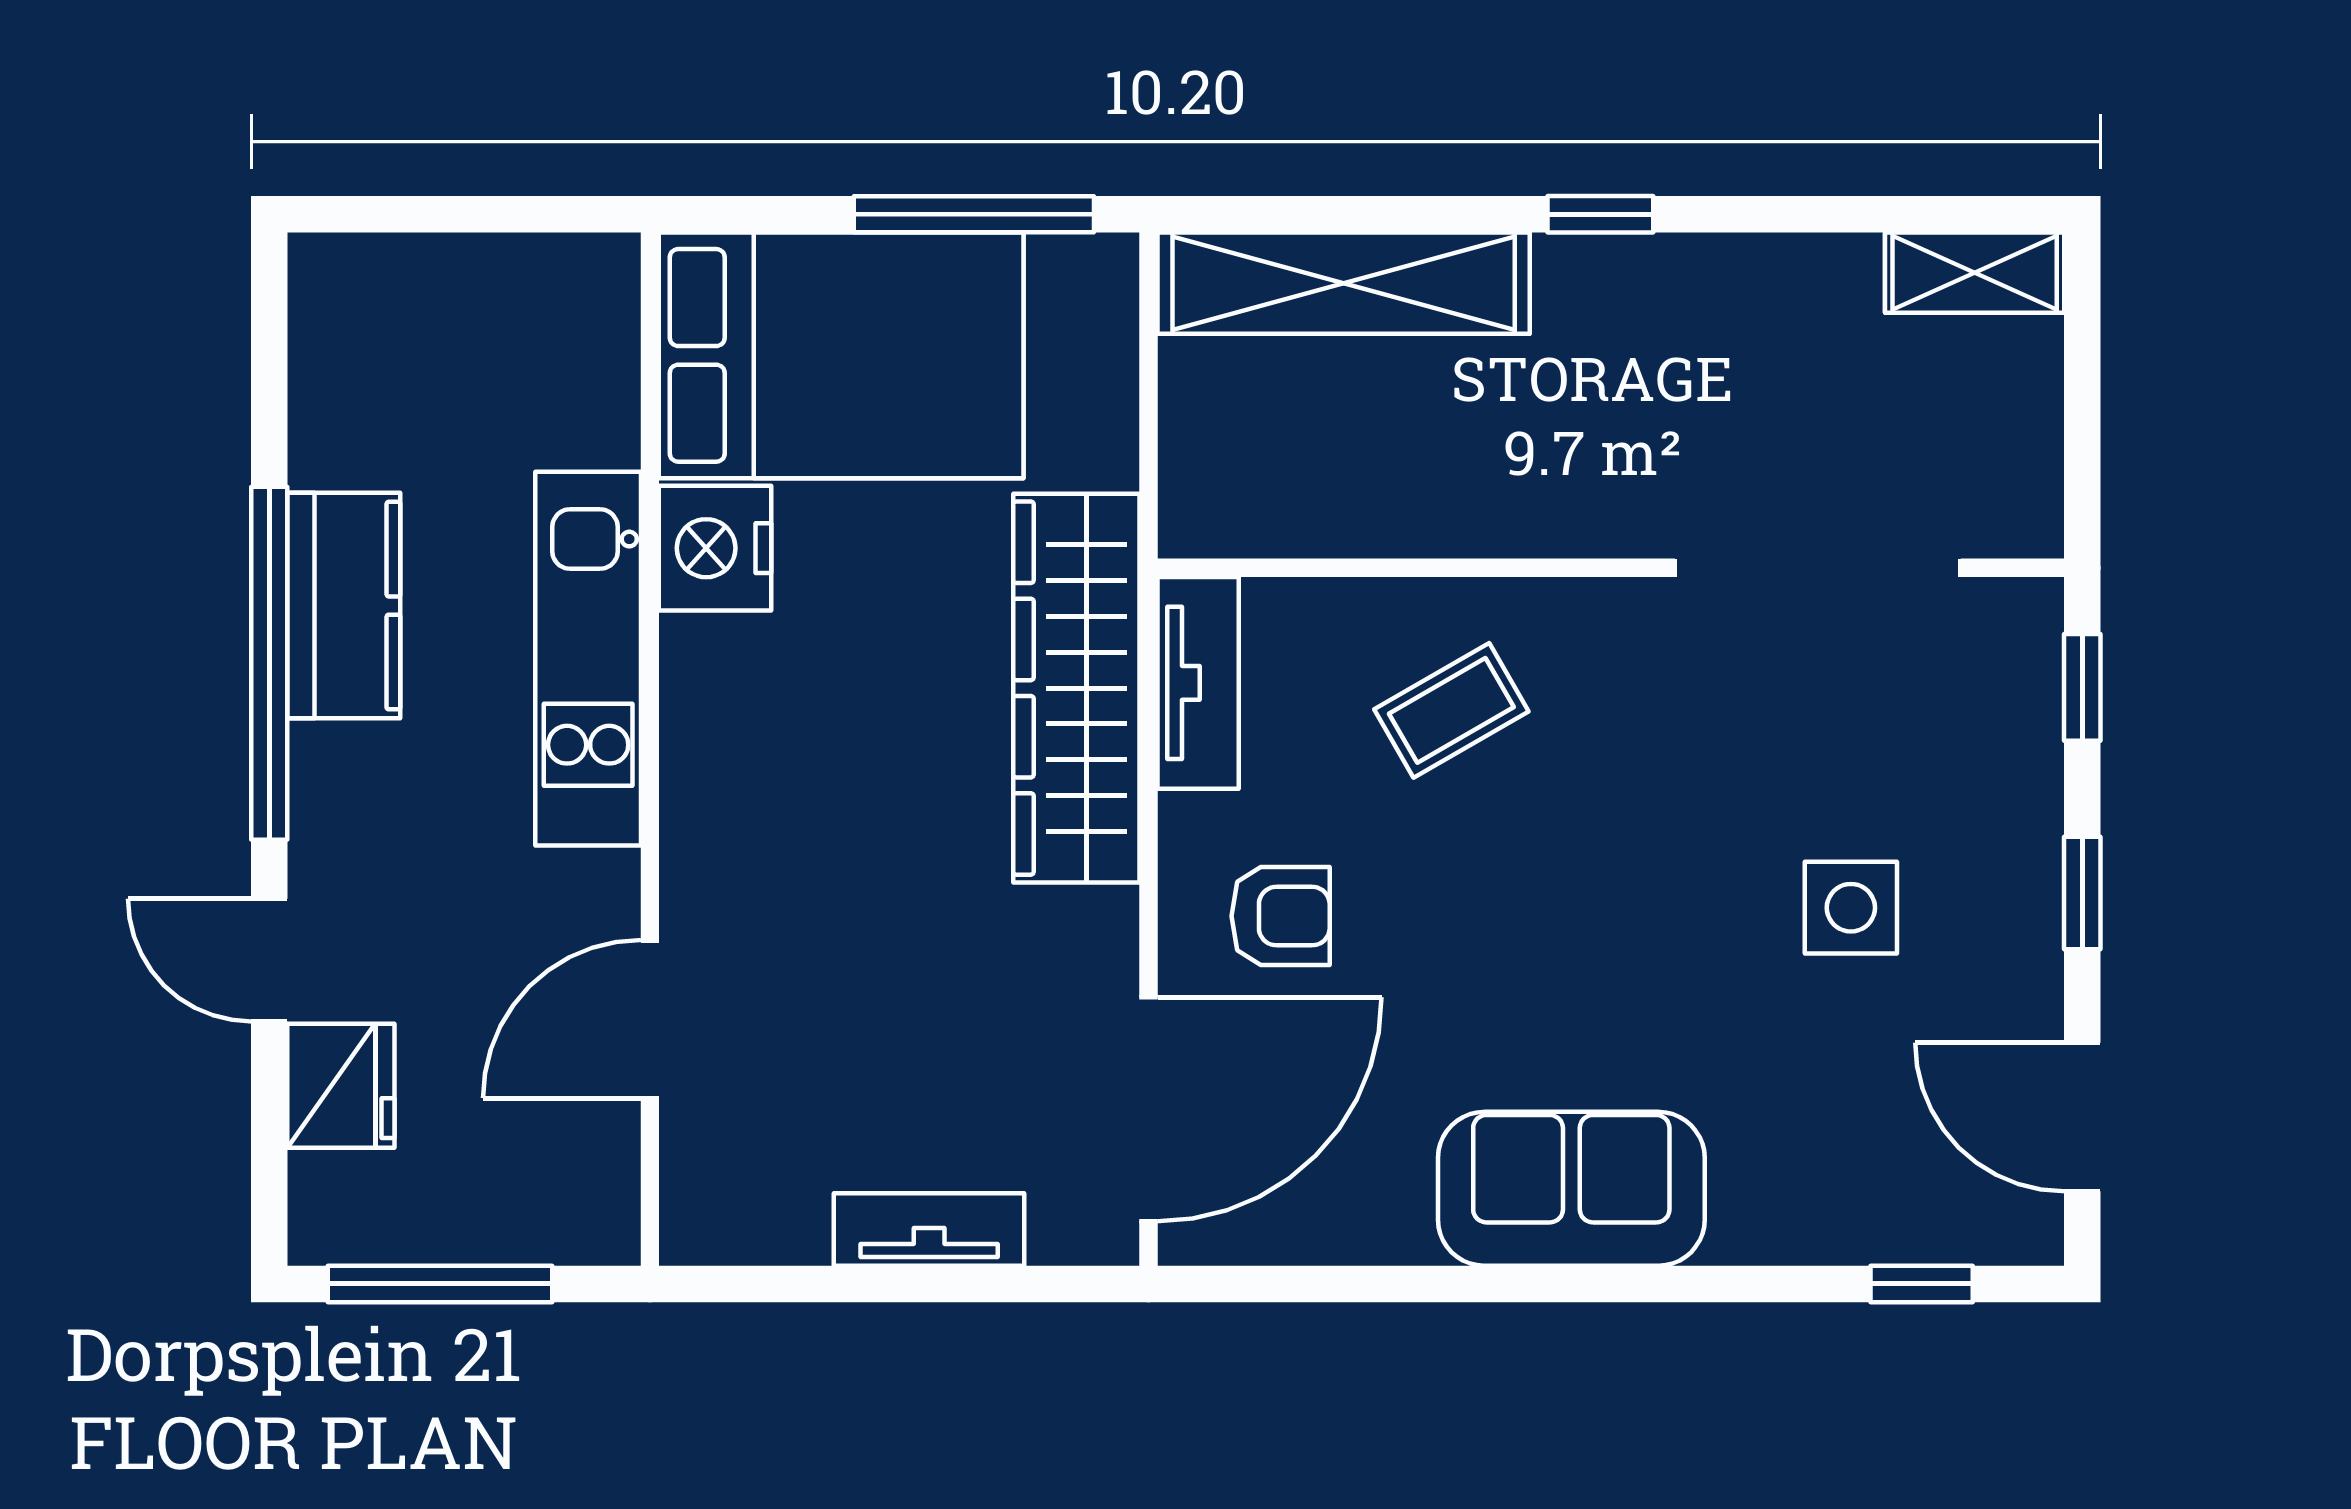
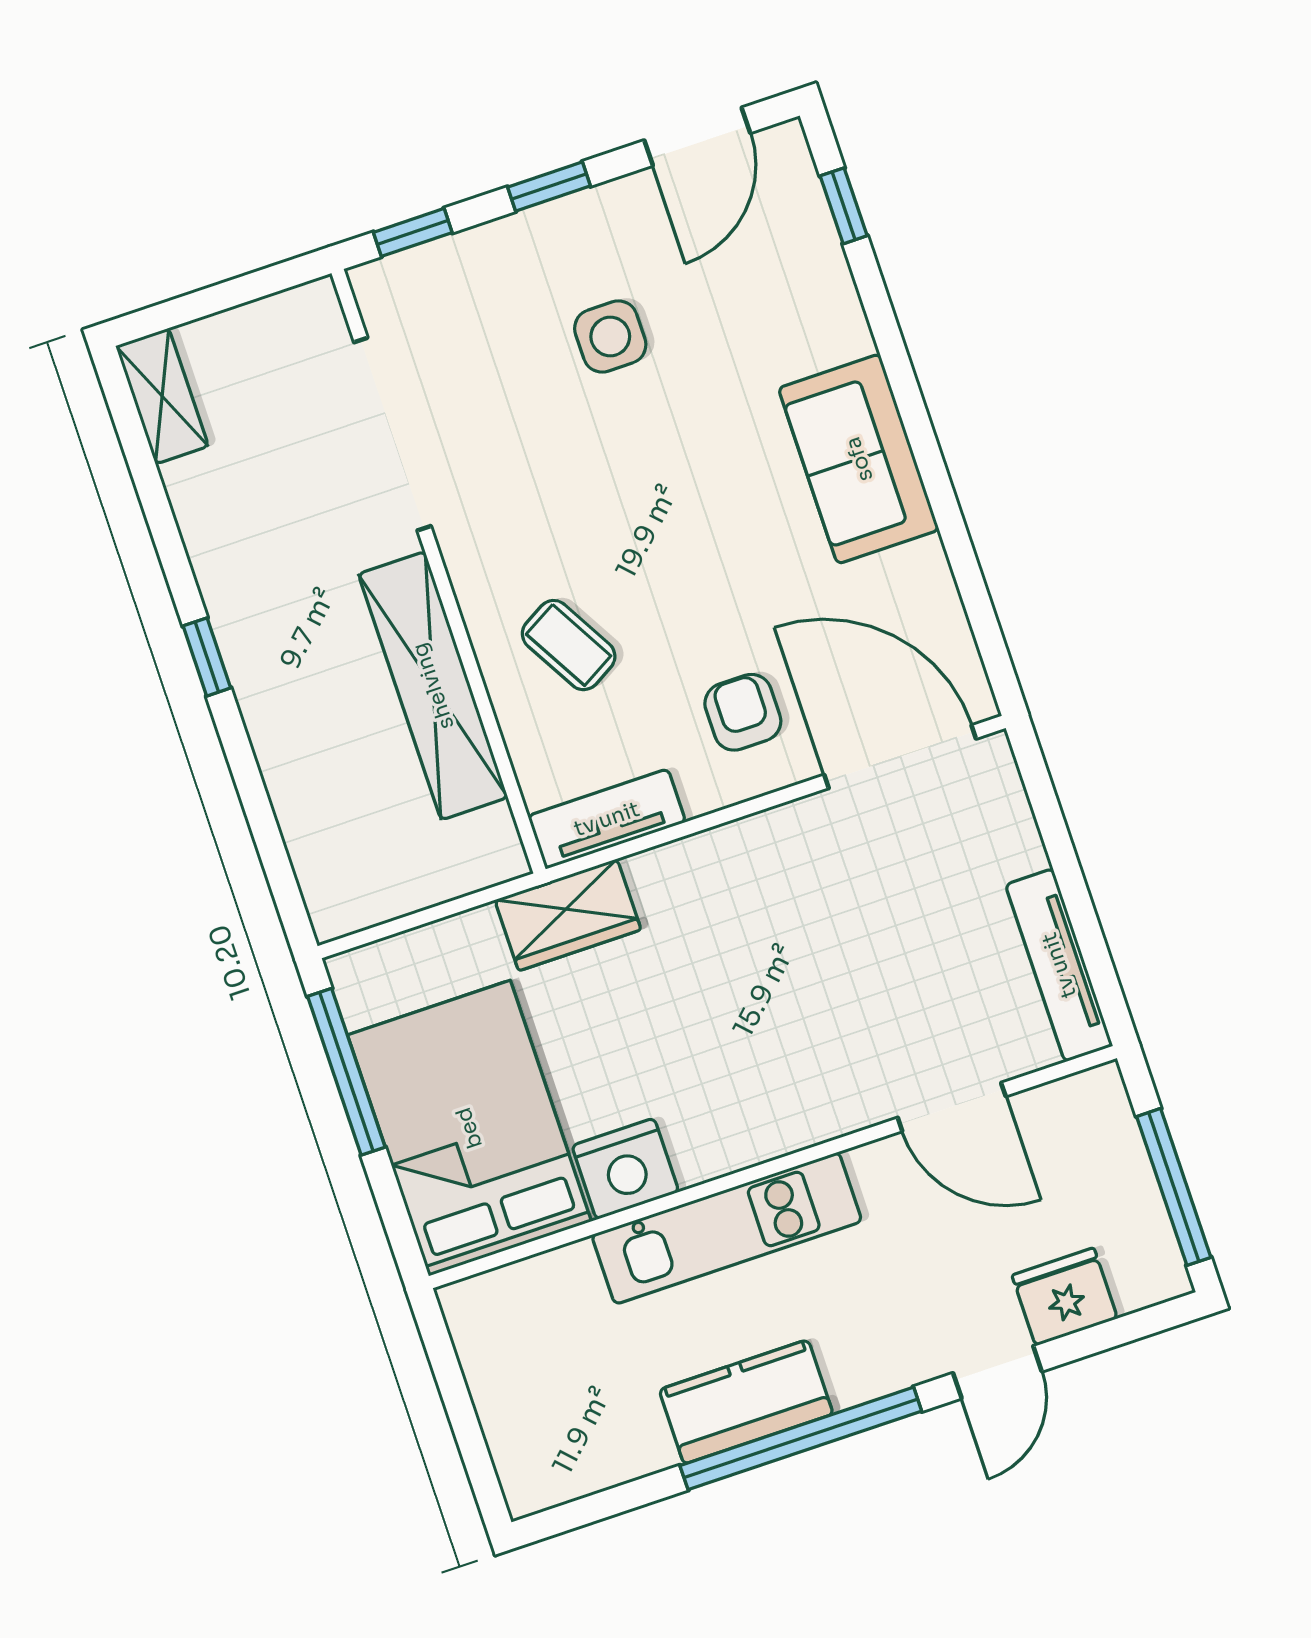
shelving: (1344, 283) -> (433, 686), moved
wardrobe: (1076, 688) -> (568, 915), width x0.48, depth x0.85
tv unit: (929, 1229) -> (1059, 965), moved, width x1.41

